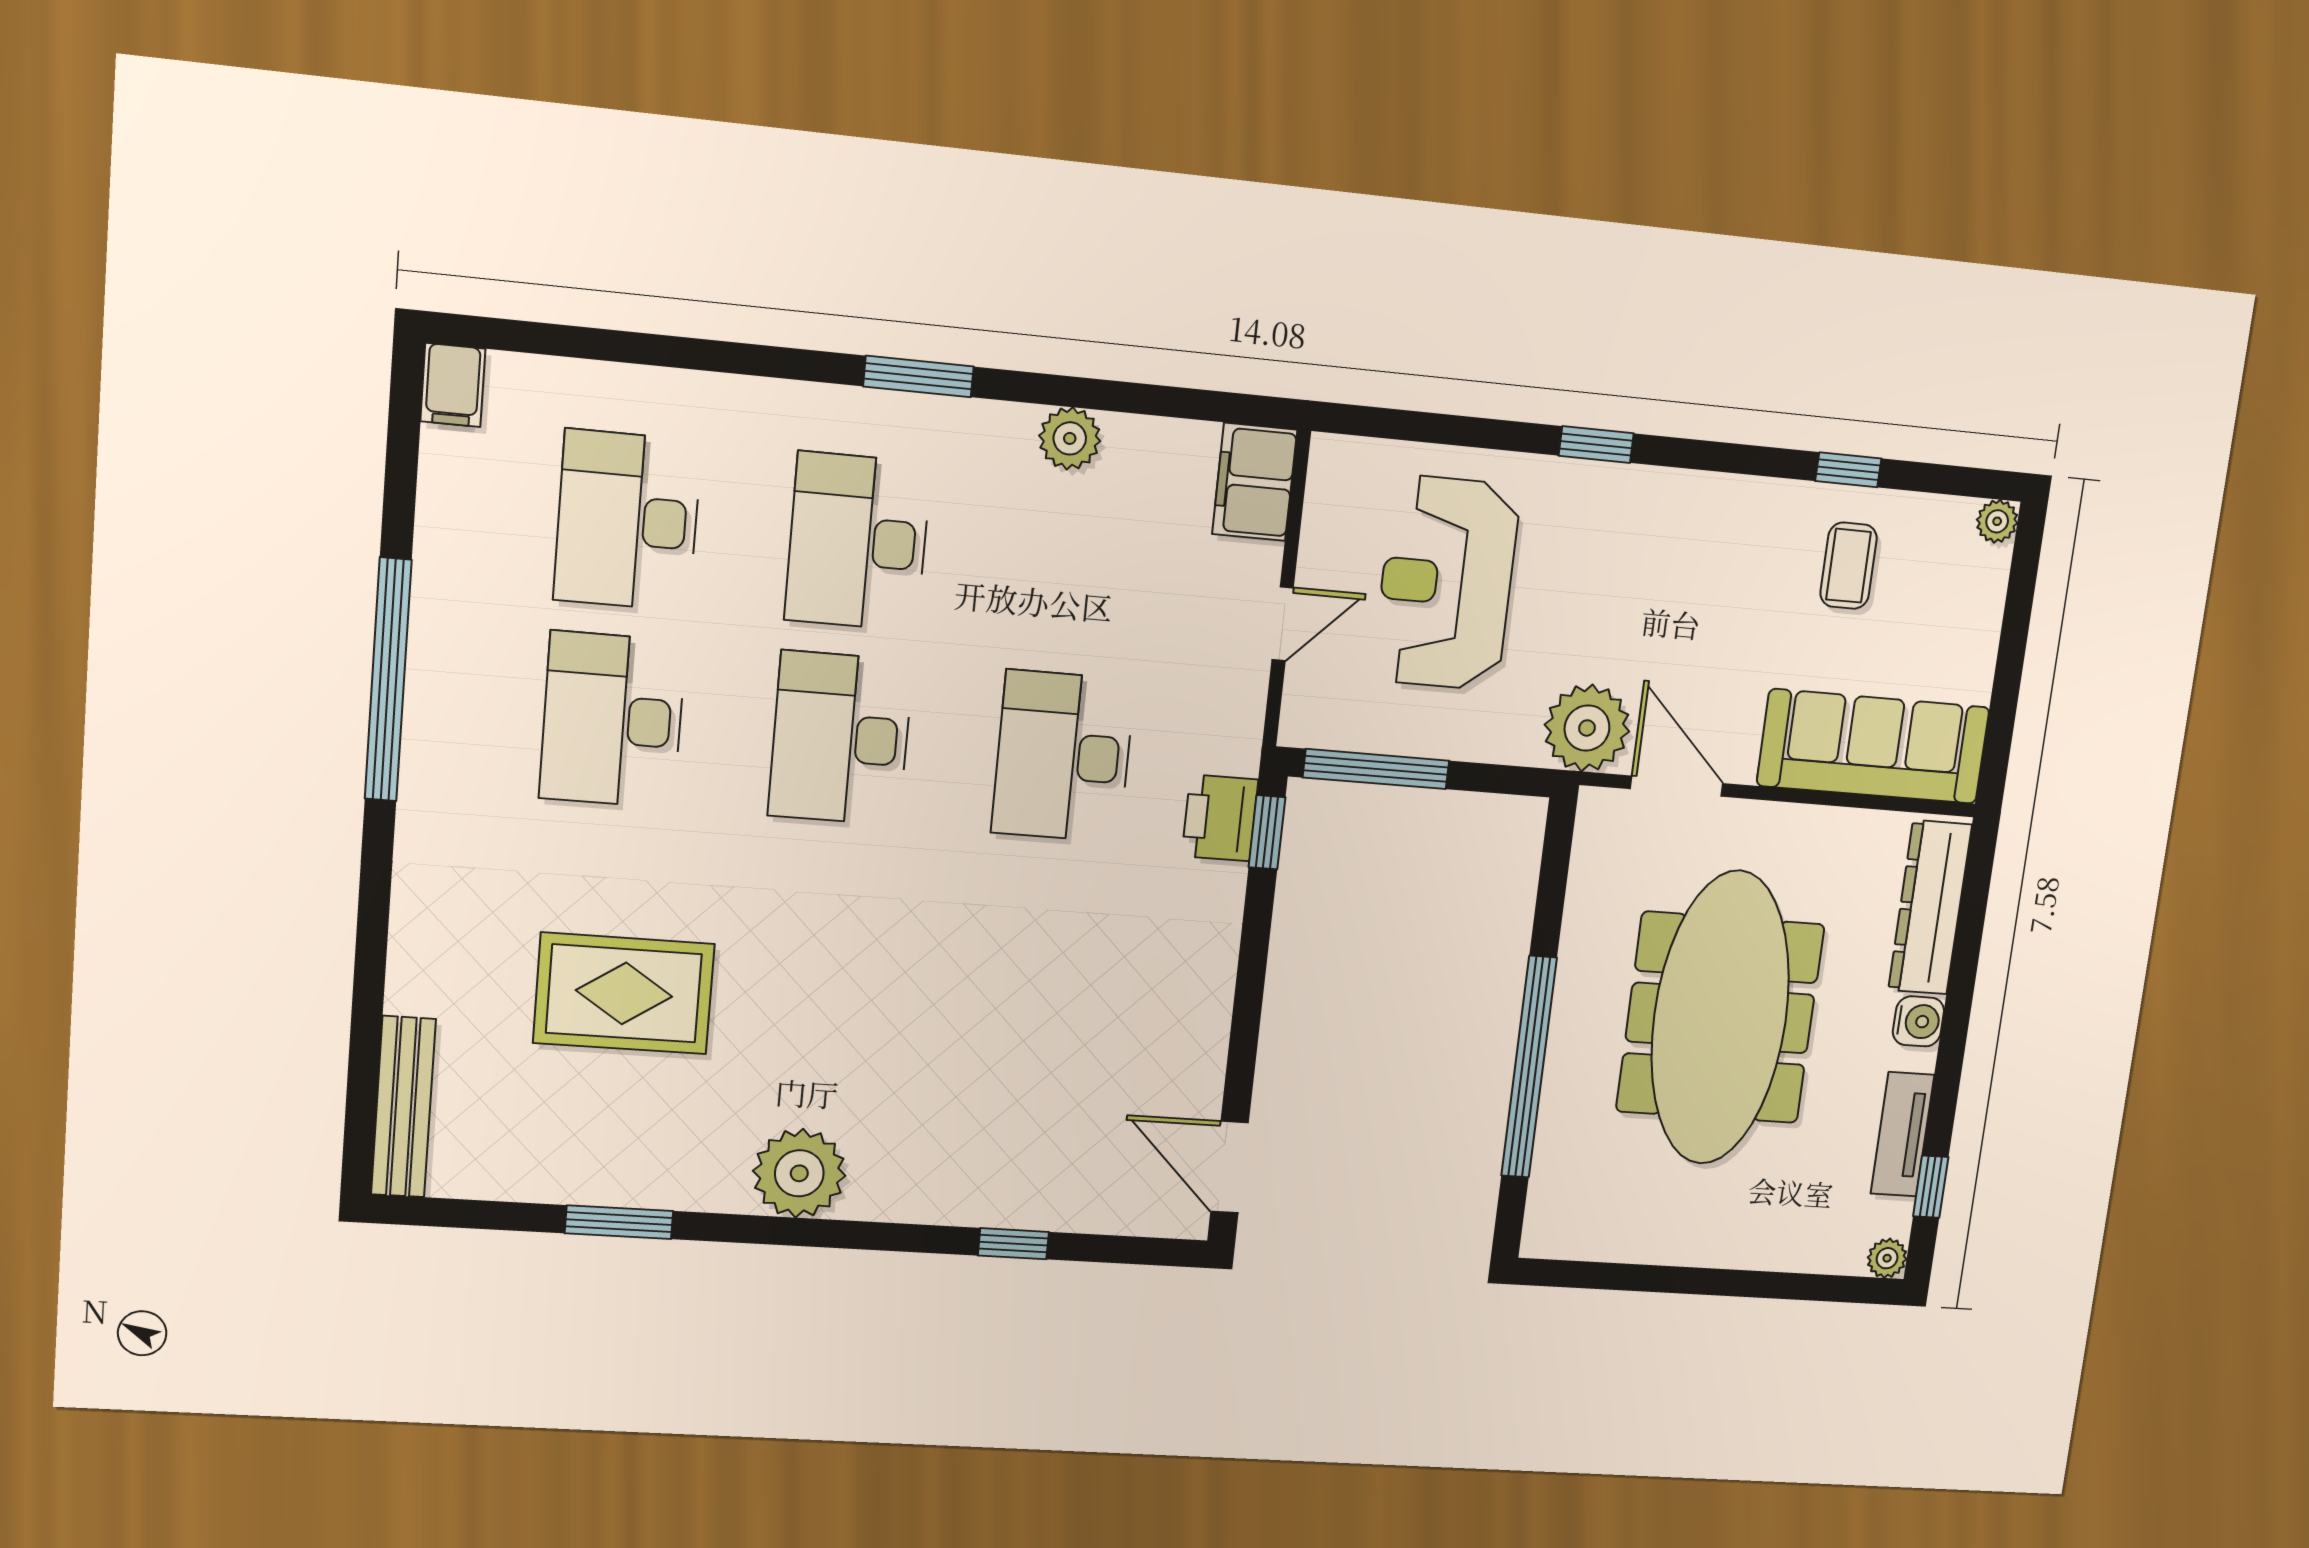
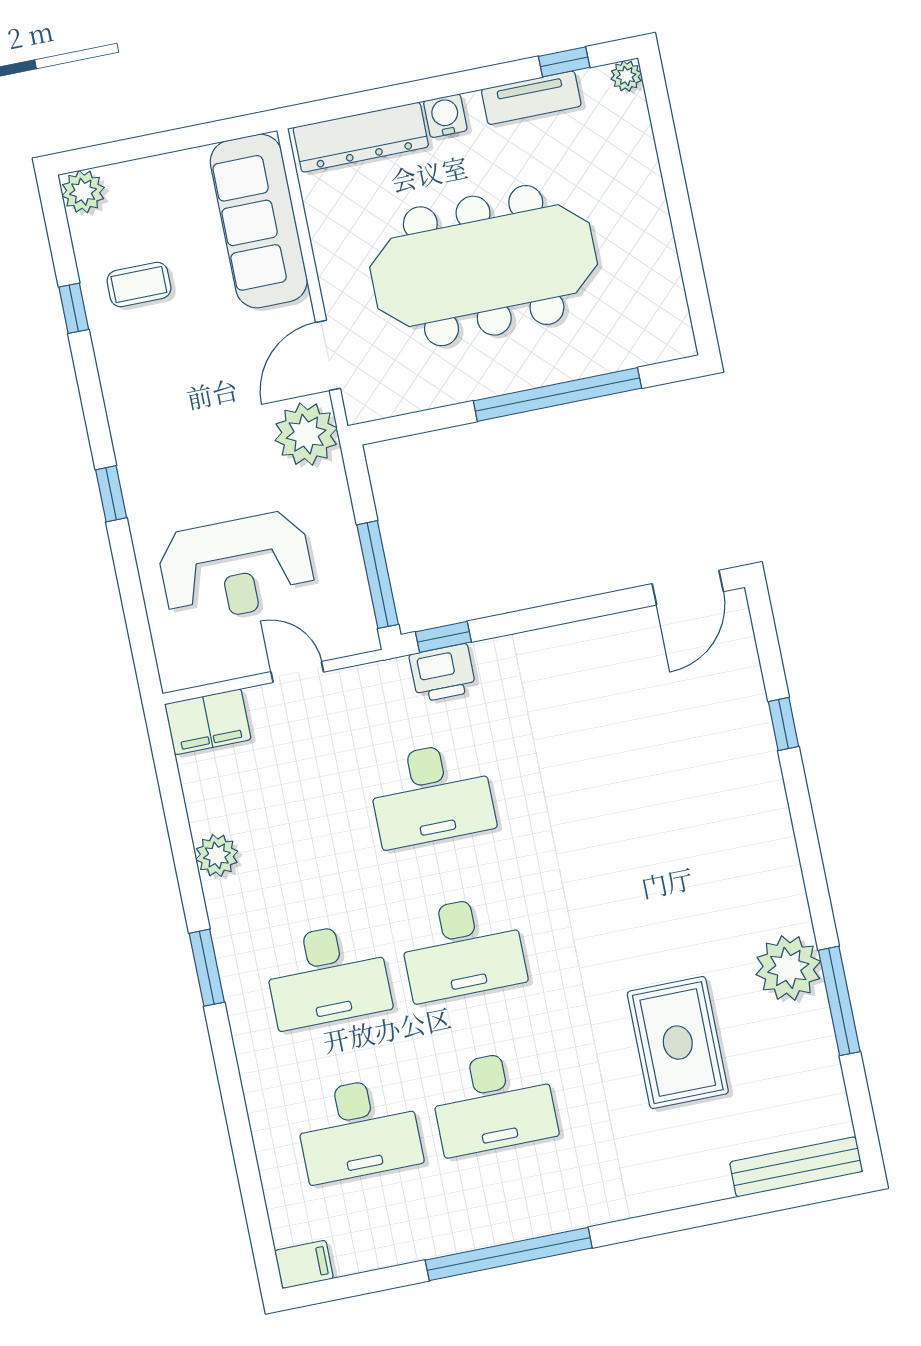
plant: (1997, 521) -> (83, 192), width x1.38, depth x1.38
plant: (799, 1173) -> (788, 968), moved
window: (619, 1222) -> (839, 1001), width x1.44

